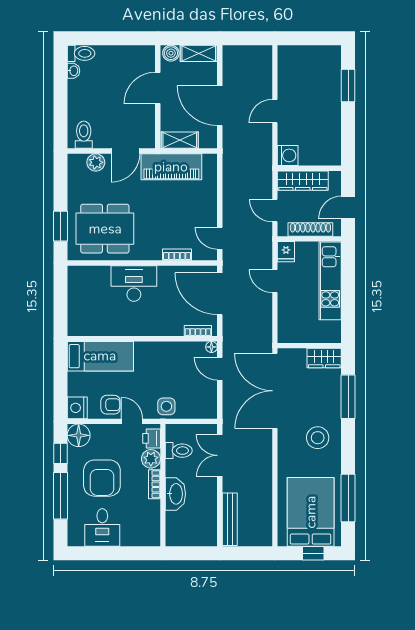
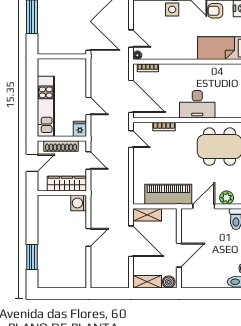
shelving: (180, 140) -> (147, 215), moved
wardrobe: (324, 358) -> (50, 47), removed

